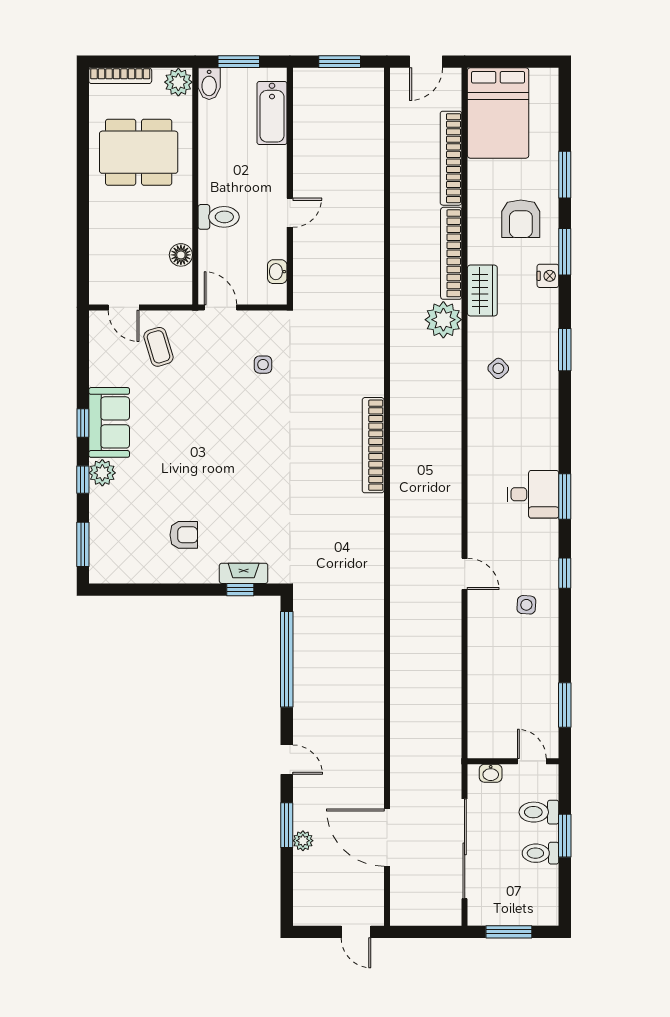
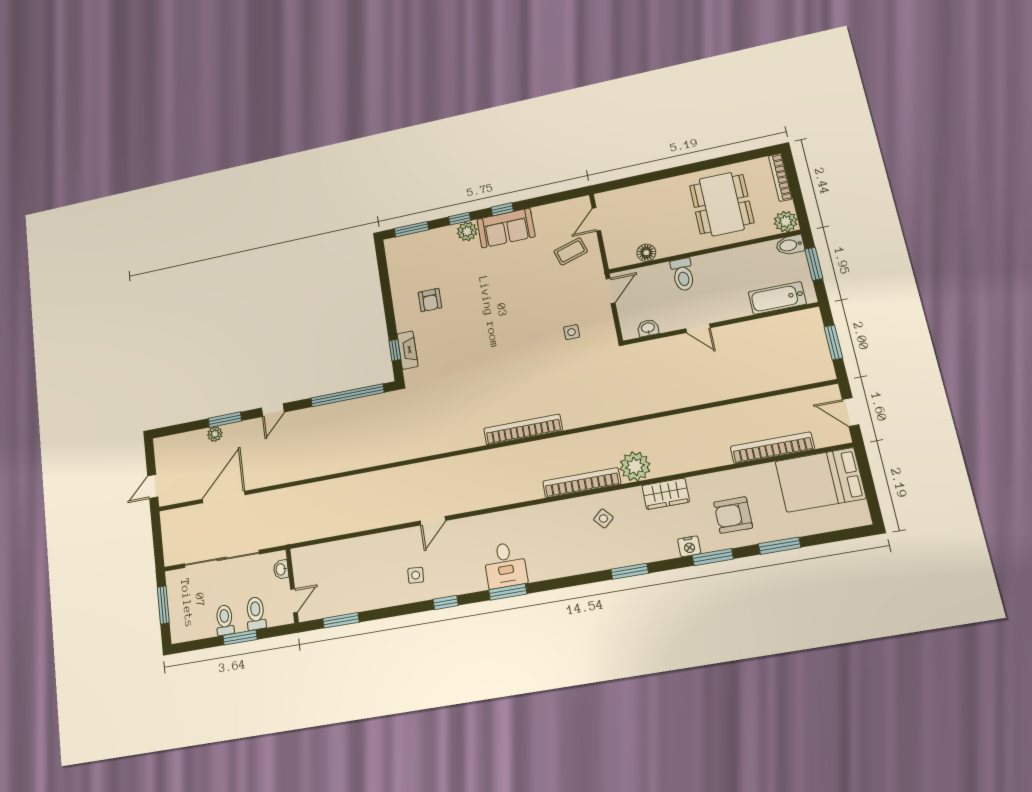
bookcase: (451, 253) -> (582, 483), moved

